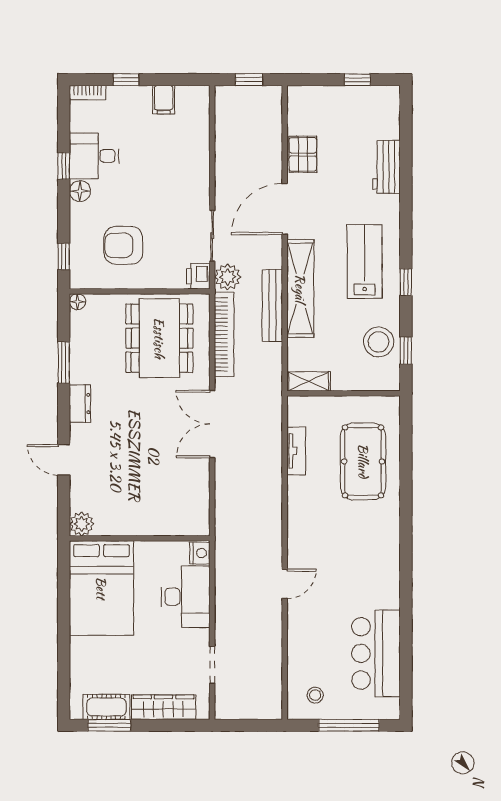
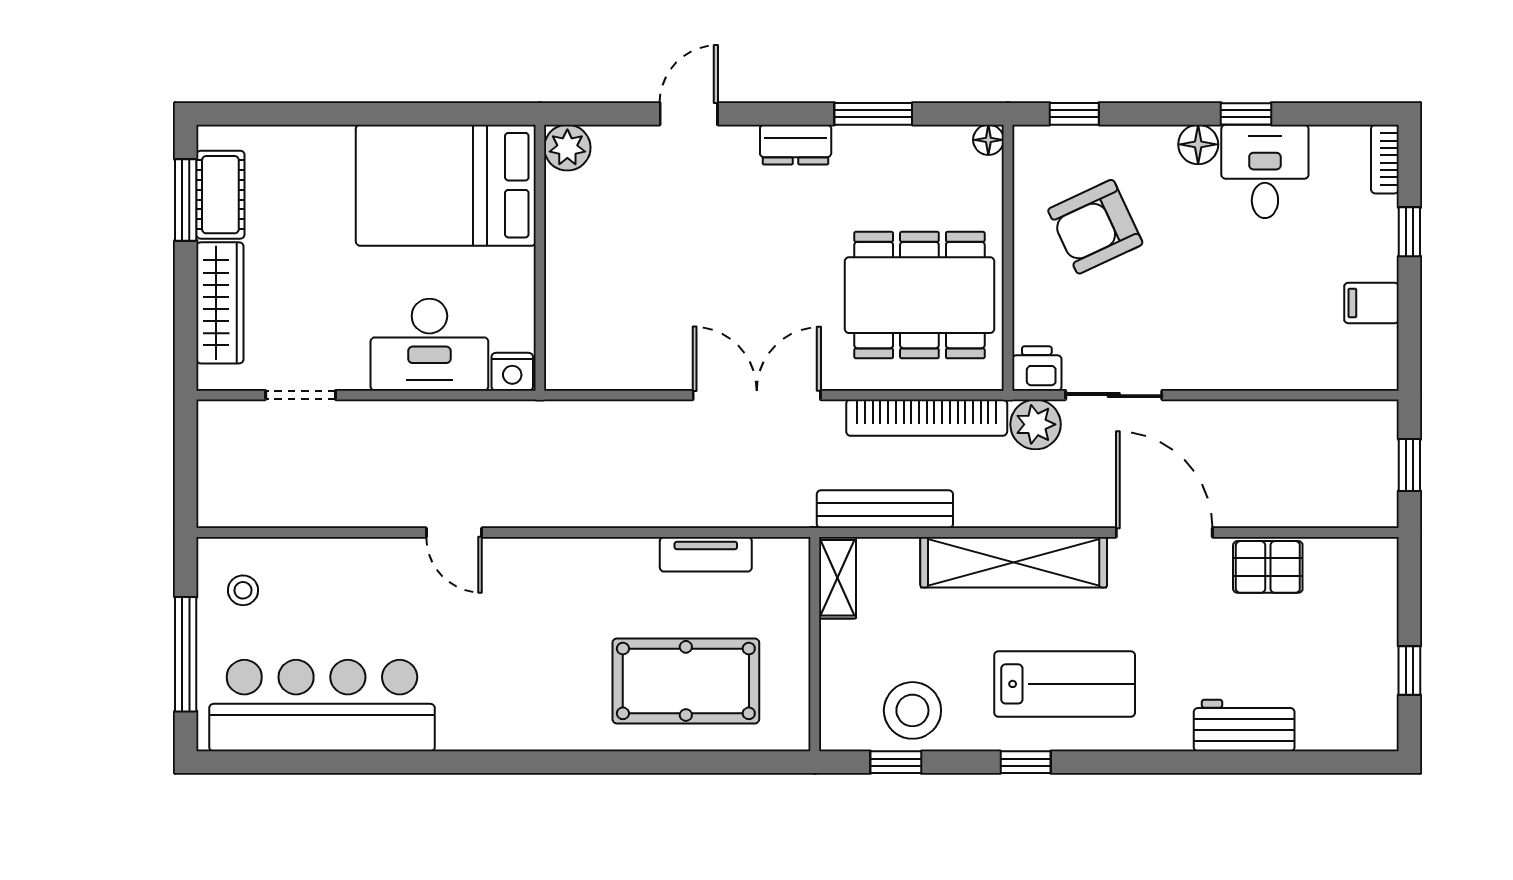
armchair: (123, 245) -> (1095, 227), turned -115
bench: (272, 306) -> (885, 509), moved
bar counter: (376, 653) -> (322, 706), width x1.36

